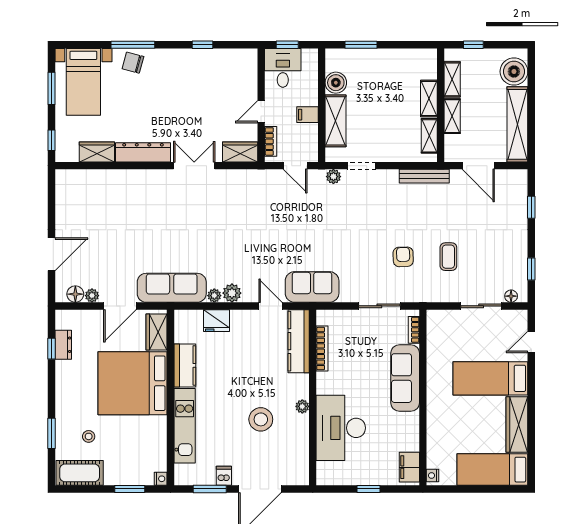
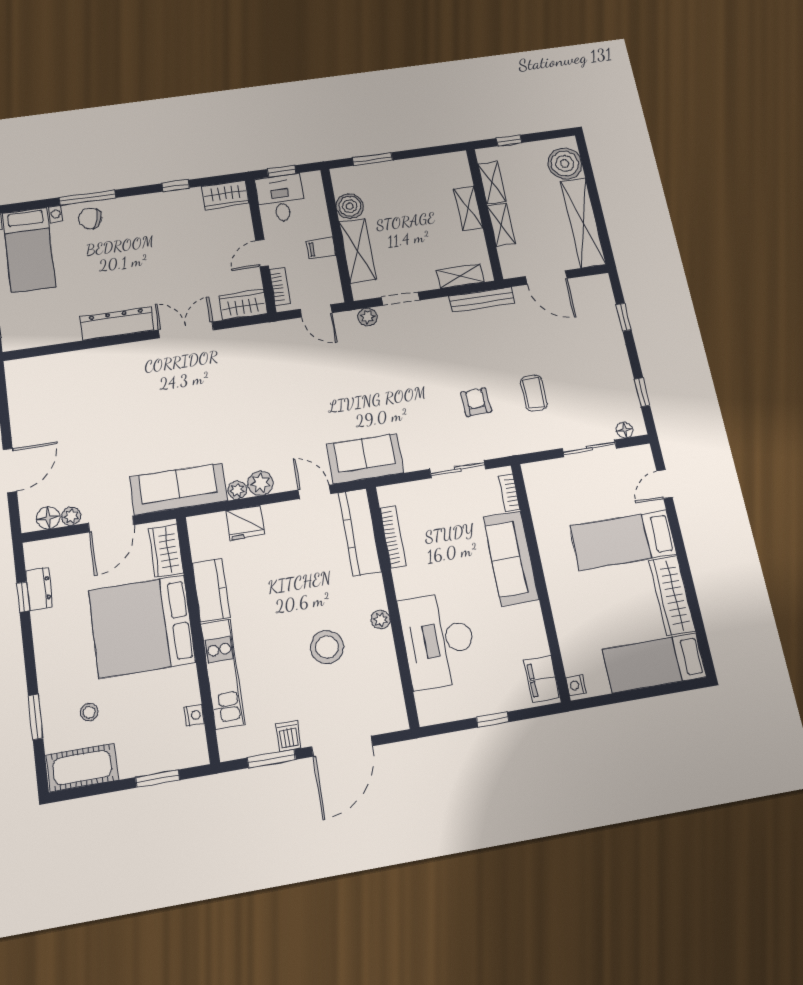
shelving: (429, 136) -> (460, 276), moved, turned 90
wardrobe: (97, 152) -> (225, 195), moved, turned 180
nightstand: (161, 479) -> (194, 715), moved

